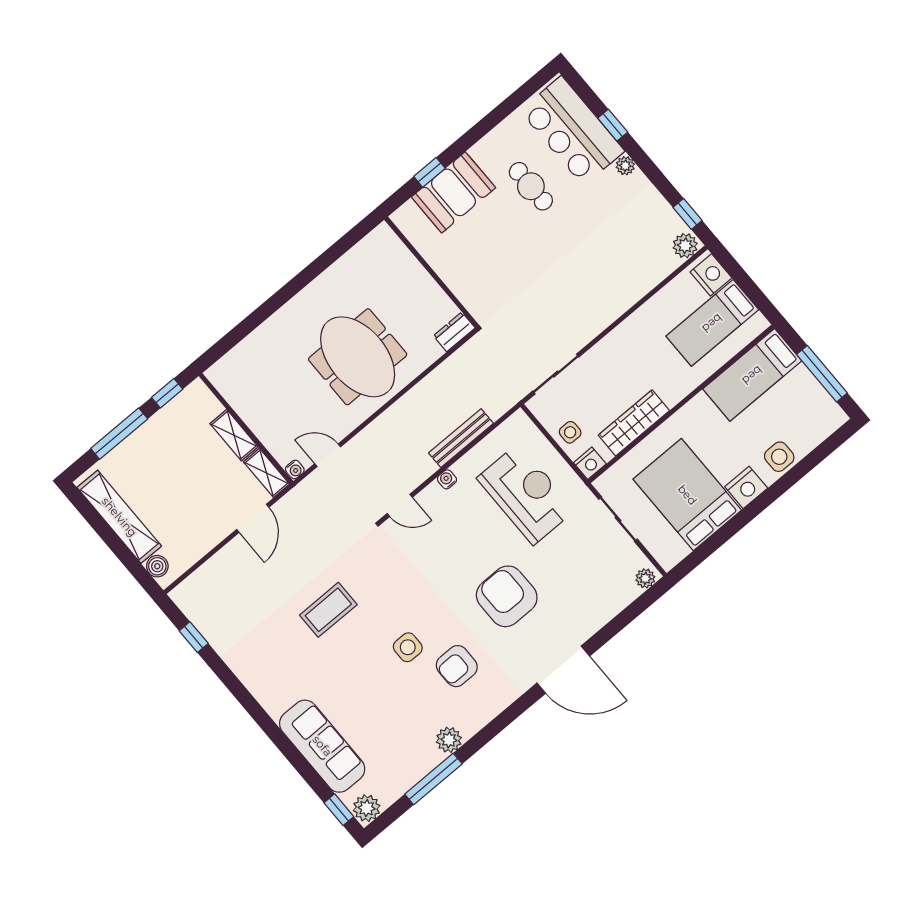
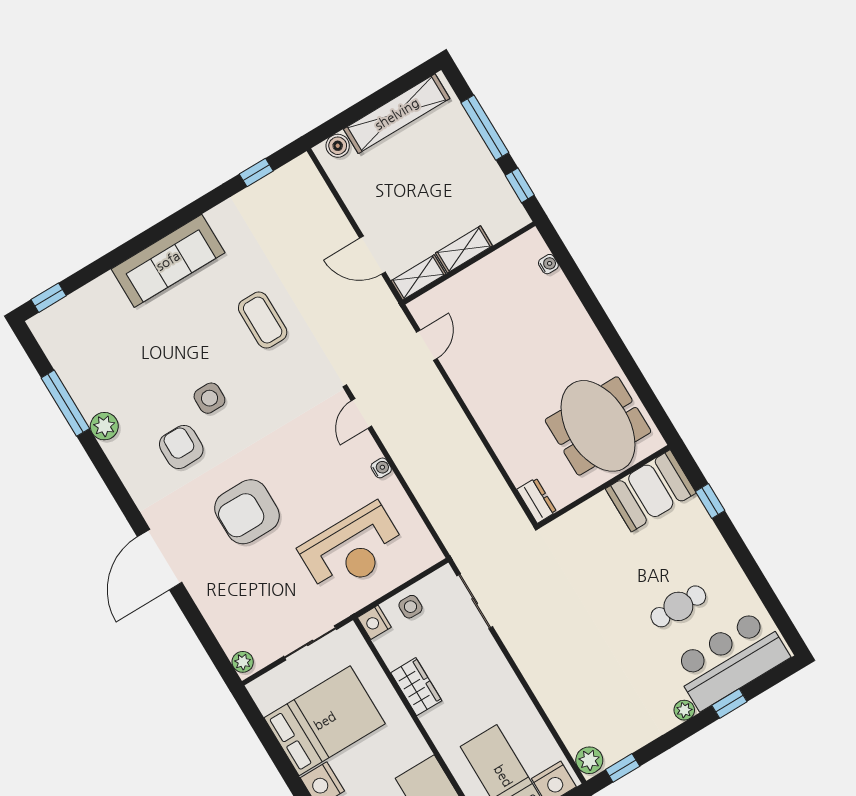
booth: (453, 192) -> (651, 491), moved, turned 90
meeting table: (358, 357) -> (598, 426), moved, turned 90
wardrobe: (634, 423) -> (416, 687), width x0.67
bench: (461, 438) -> (423, 490), removed
water cooler: (295, 469) -> (548, 264), moved, turned 180
armchair: (507, 596) -> (247, 512), turned 180
sofa: (322, 746) -> (168, 261), moved
plant: (367, 808) -> (46, 327), removed

